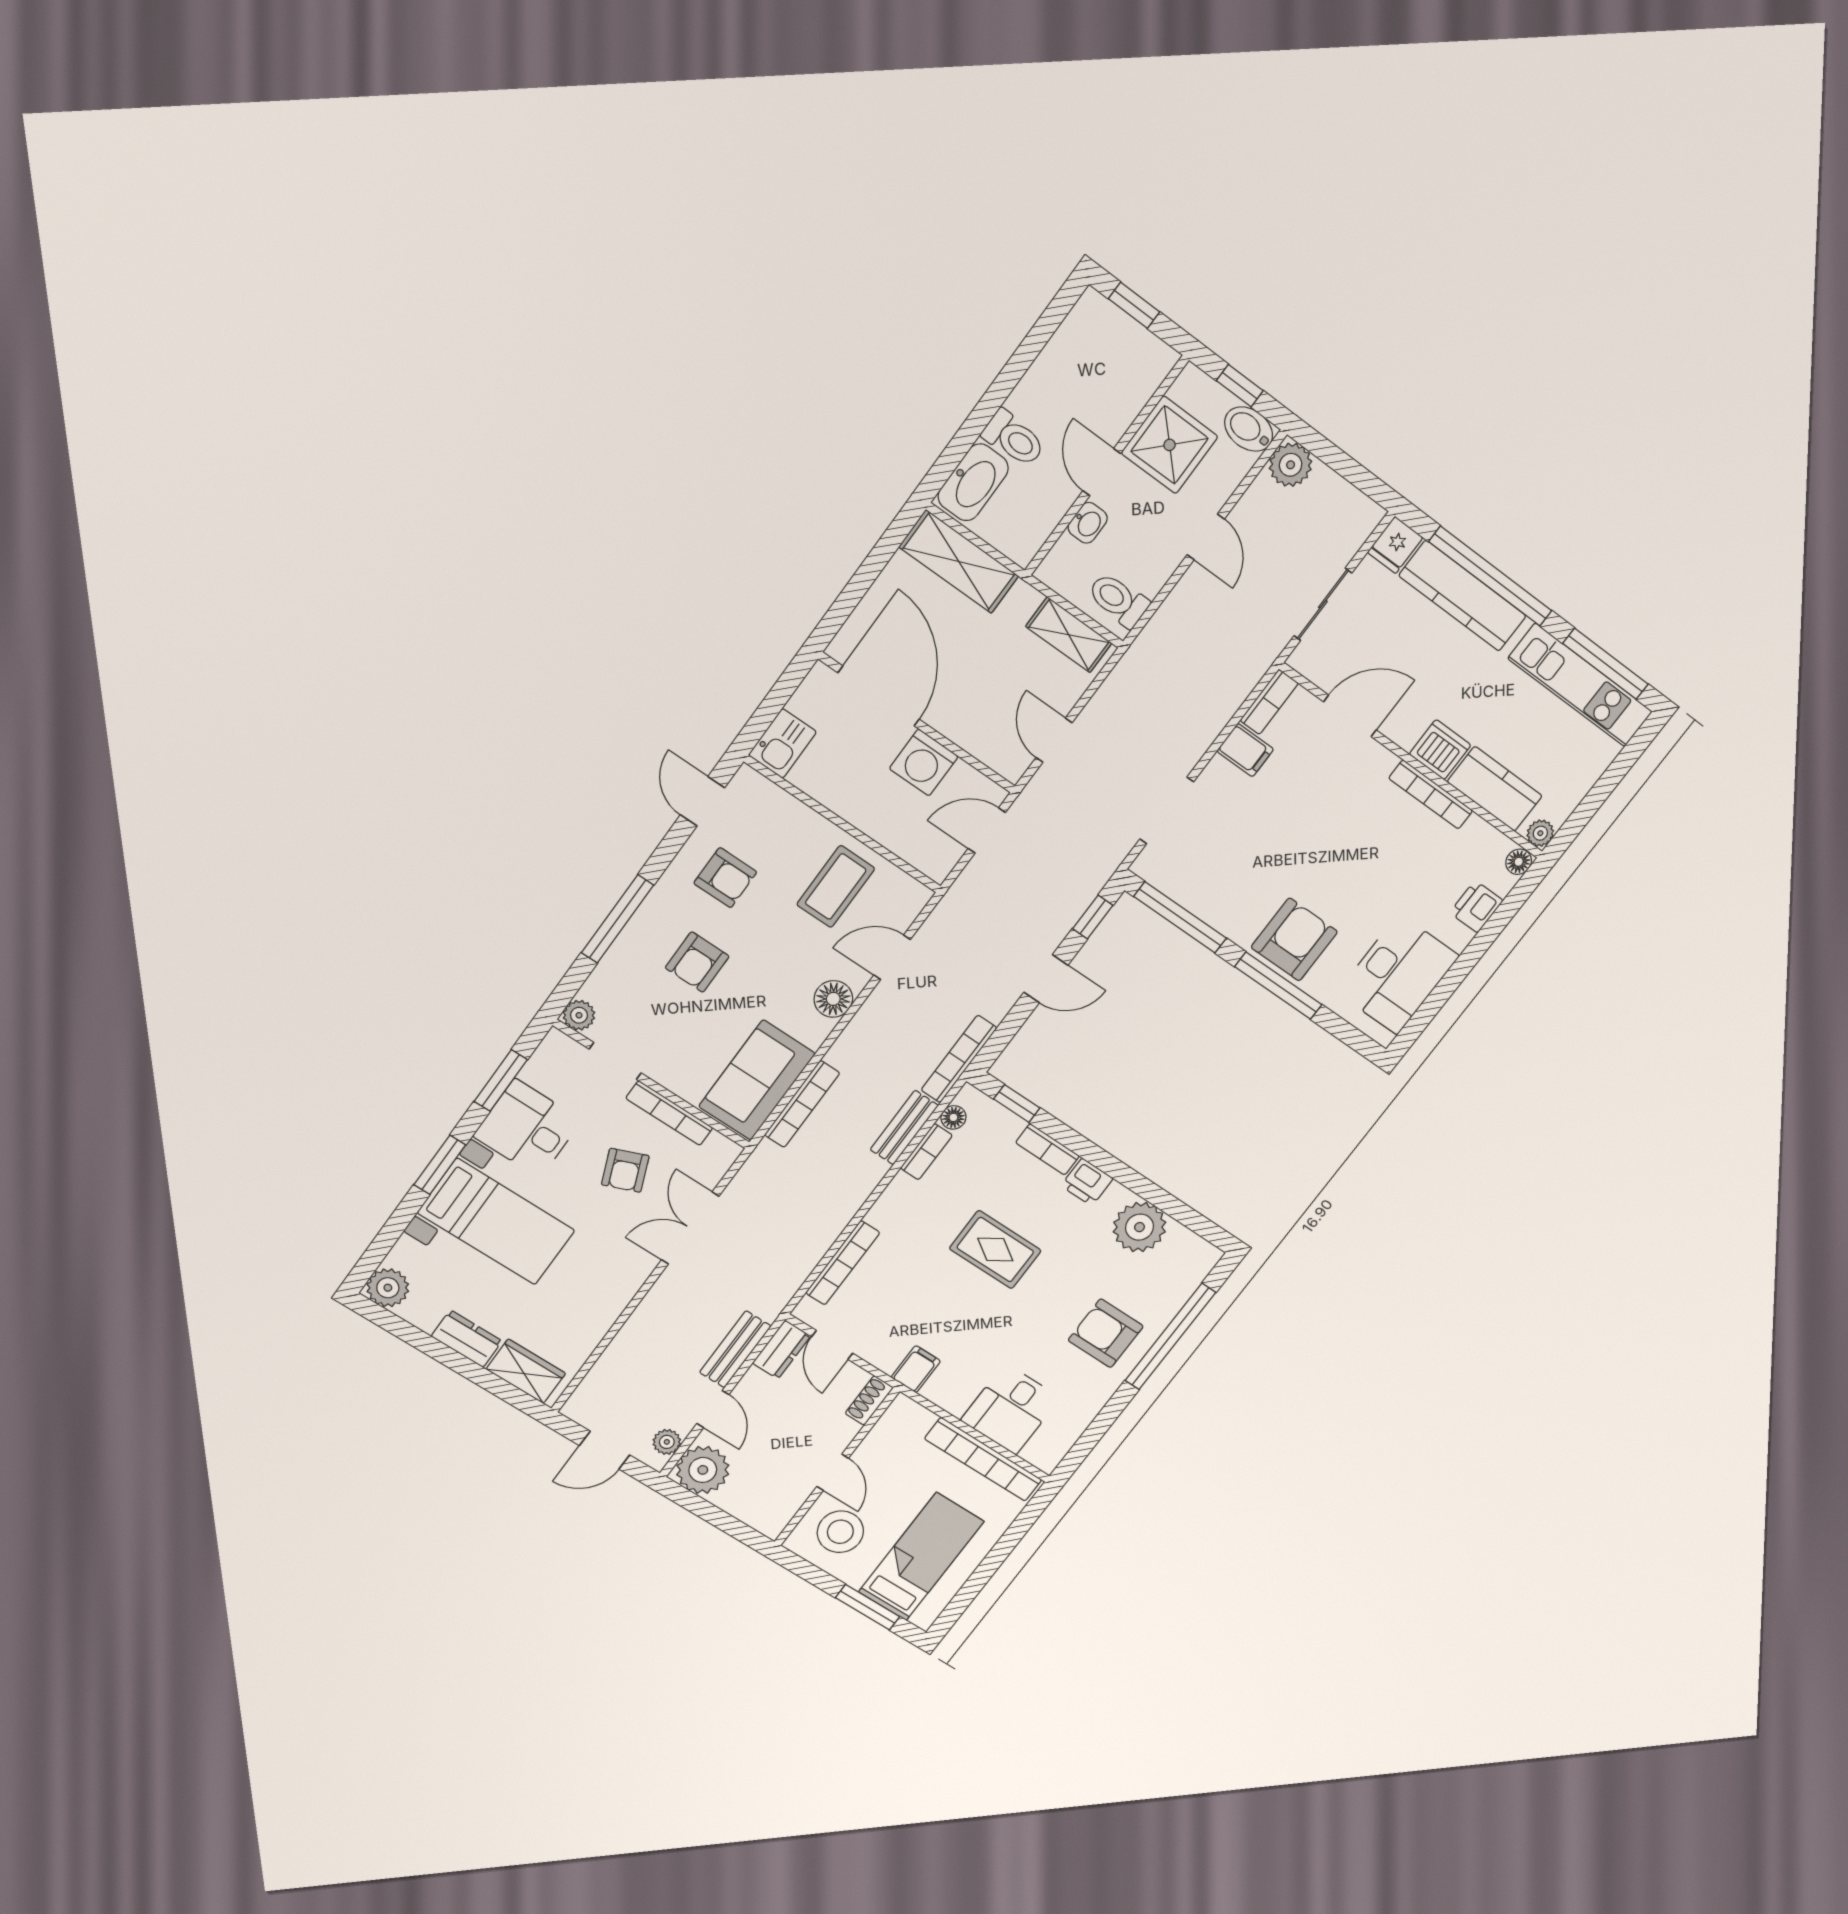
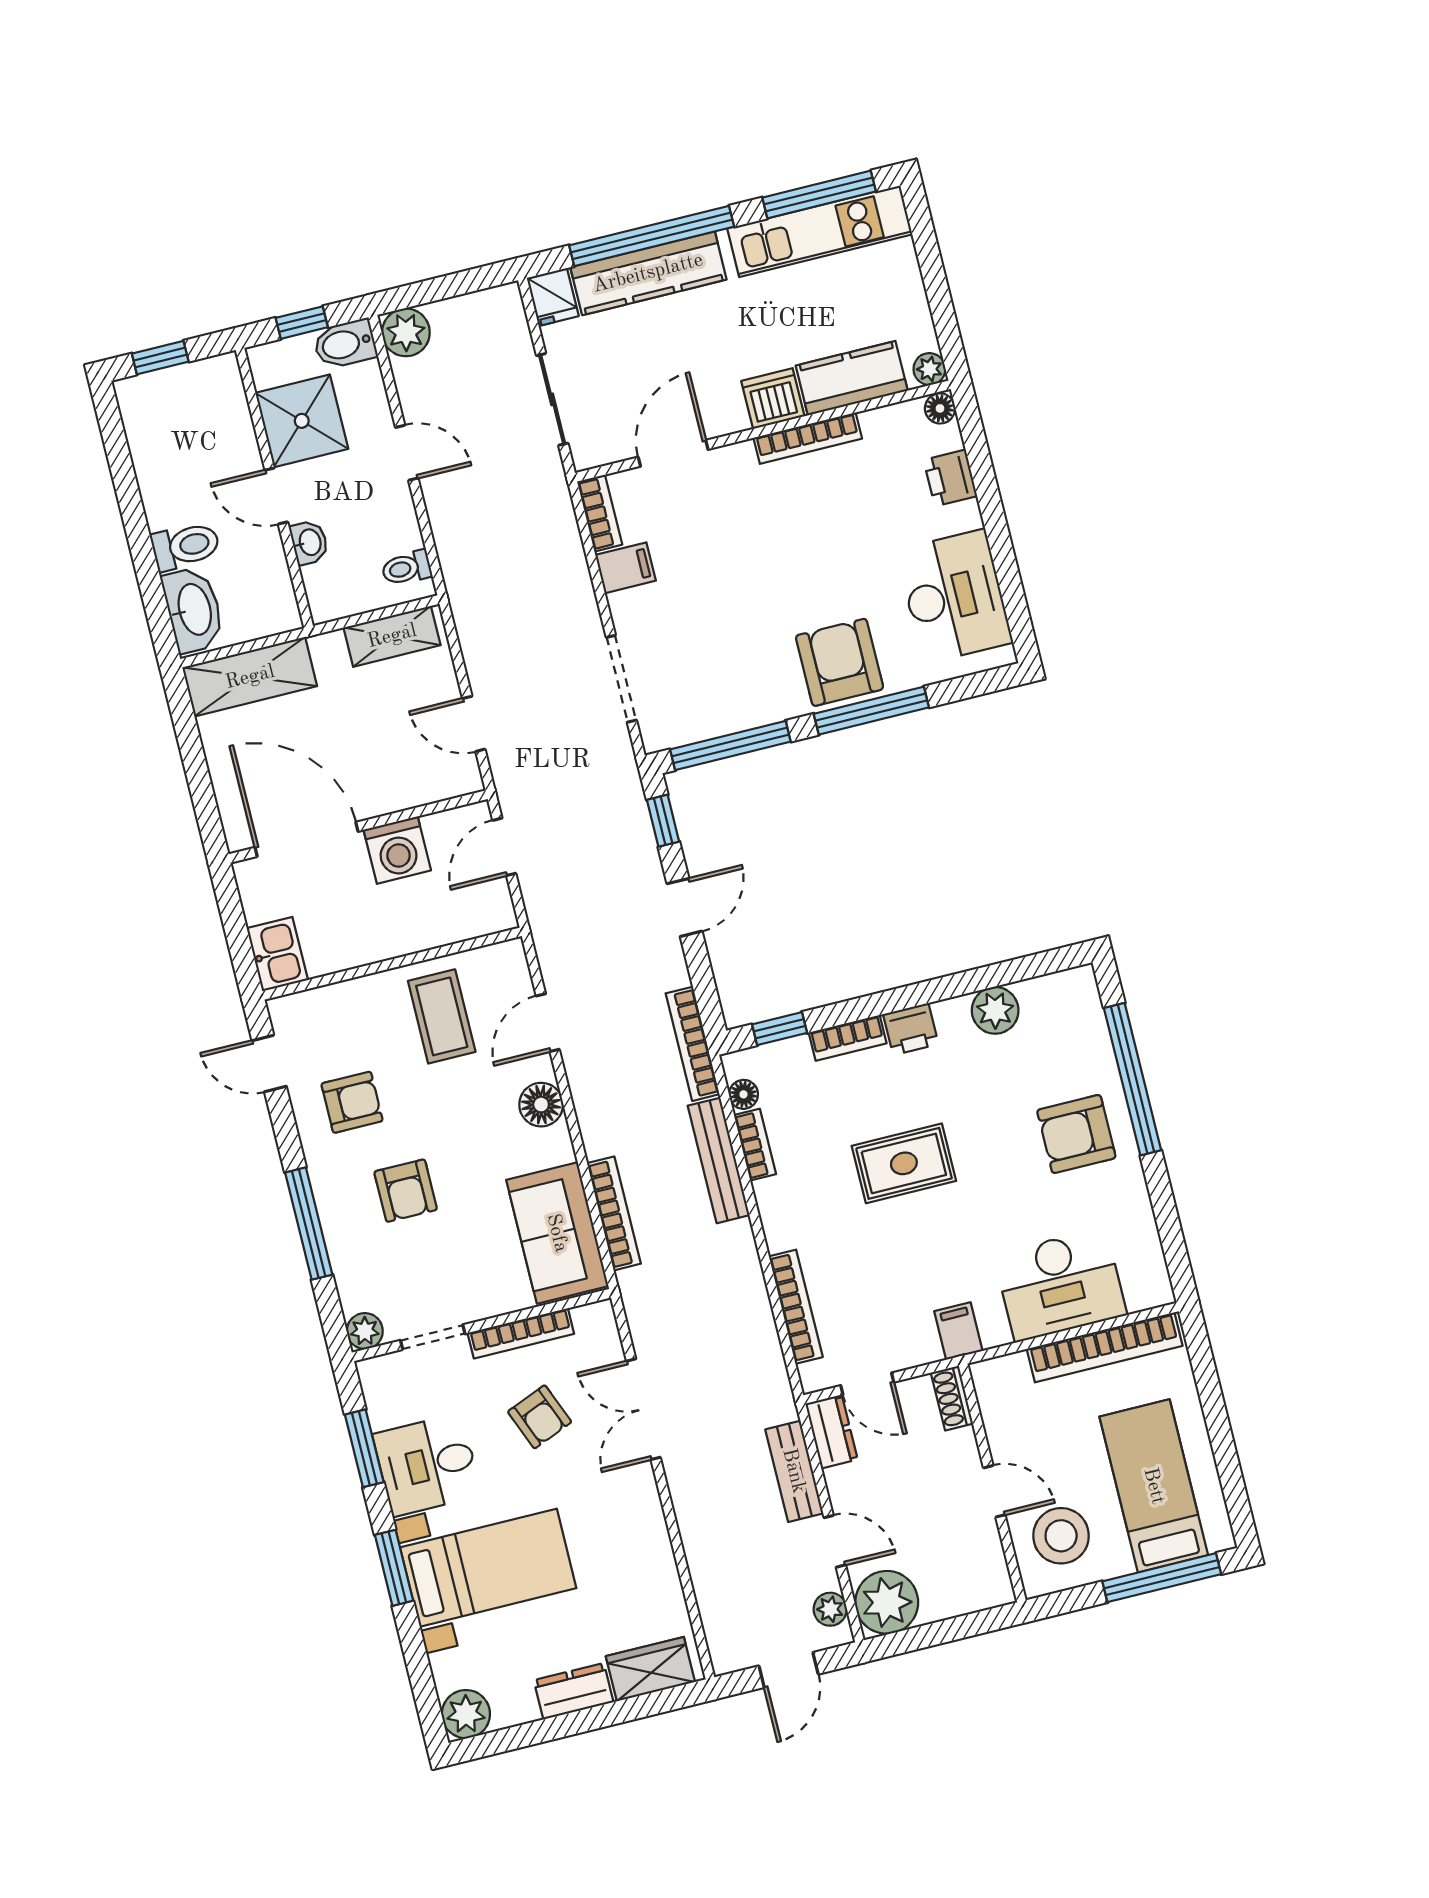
toilet: (1118, 600) -> (407, 568), width x0.73, depth x0.72
bench: (904, 1128) -> (719, 1160), width x1.36
plant: (1140, 1227) -> (995, 1010), width x0.73, depth x0.73
desk: (1010, 1409) -> (1060, 1285), width x1.37
window: (868, 1607) -> (1162, 1578), width x1.44

